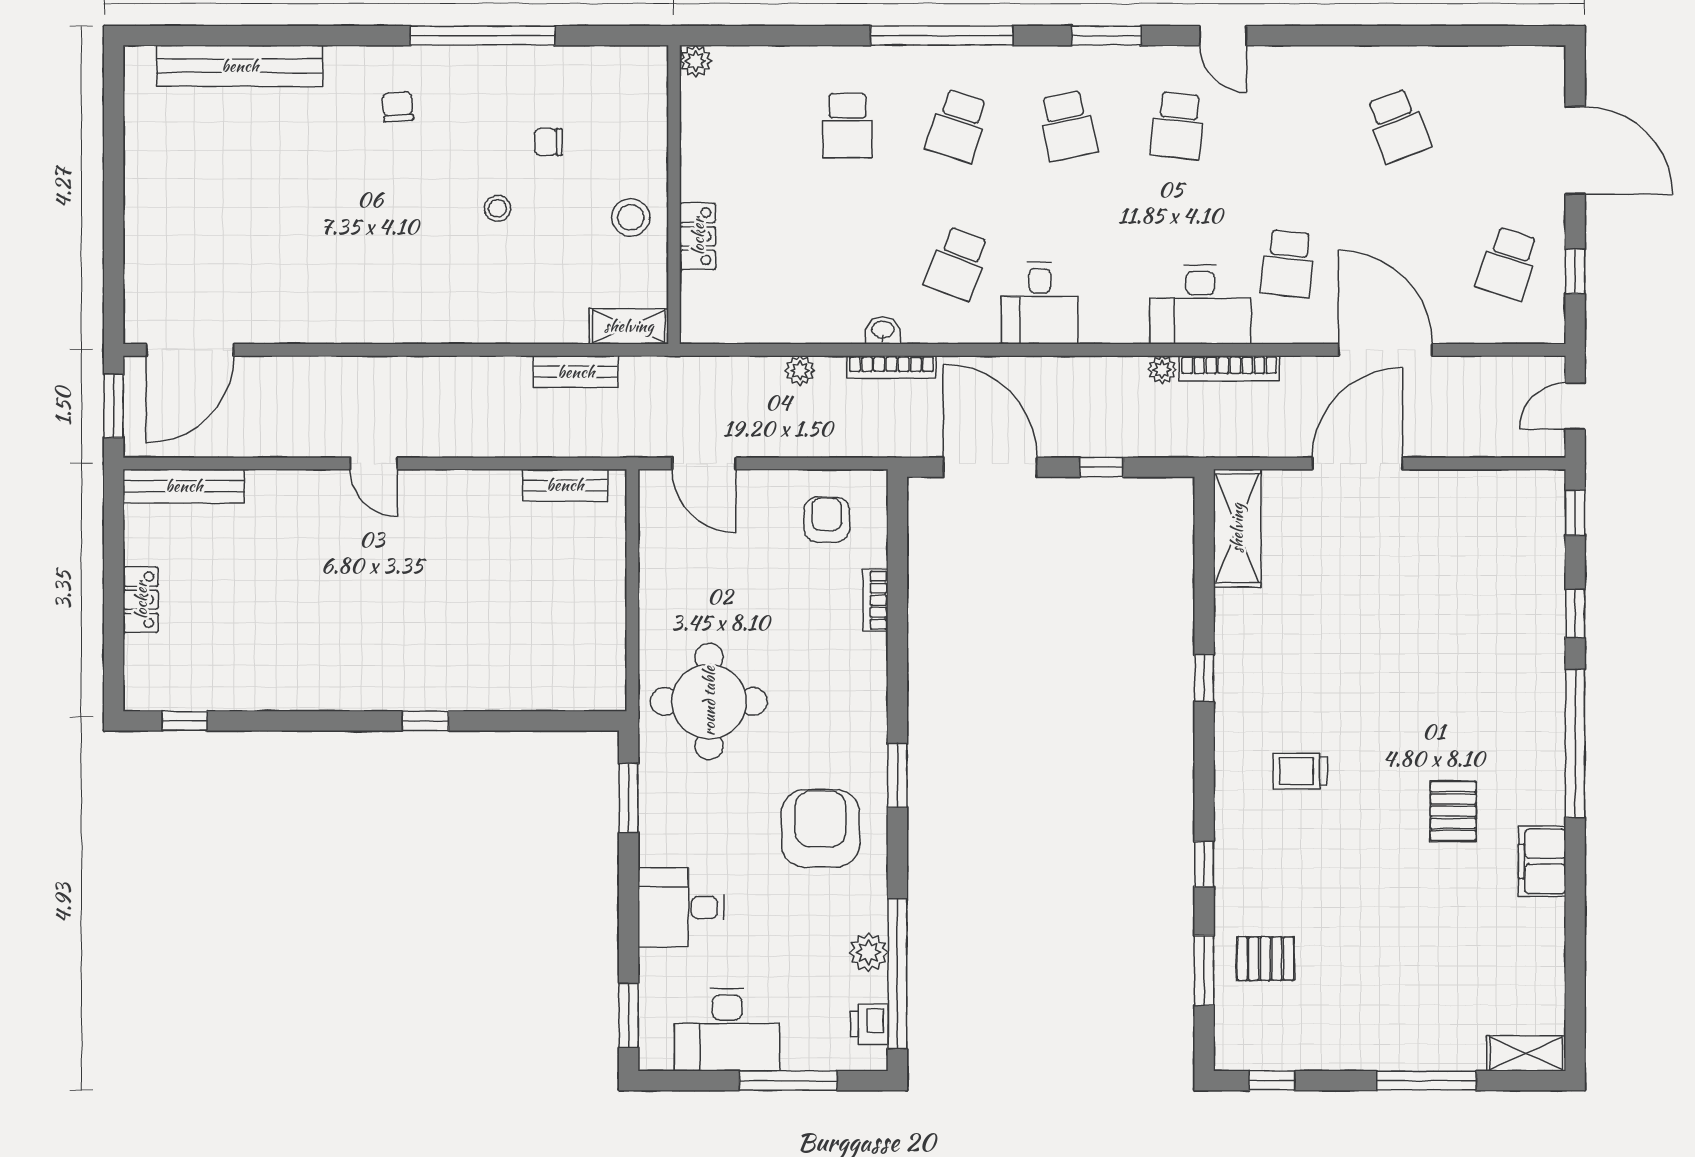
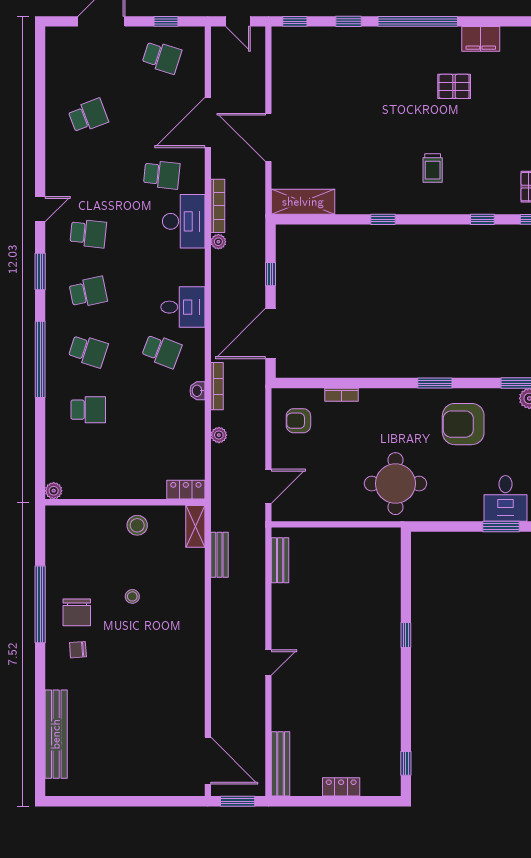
chair: (548, 142) -> (77, 612), moved, width x1.87, depth x1.87
locker: (698, 236) -> (186, 490), moved
window: (629, 798) -> (501, 526), moved

